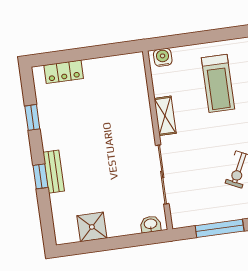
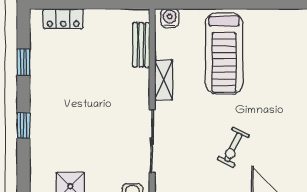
treadmill: (218, 83) -> (224, 53), width x1.37, depth x1.38
bench: (54, 172) -> (141, 45), moved

